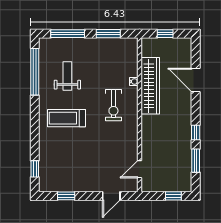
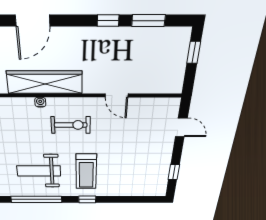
weight bench: (67, 76) -> (39, 171), width x1.36, depth x1.33
window: (35, 169) -> (87, 199), moved
door: (139, 169) -> (117, 95), moved

